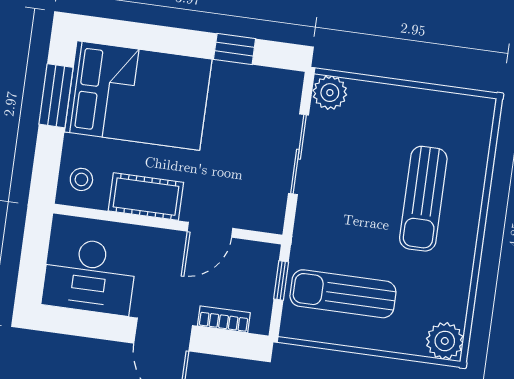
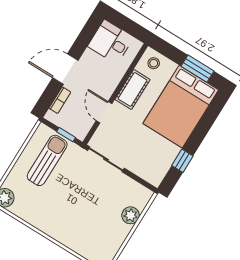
plant: (330, 93) -> (131, 215), moved
sliding door: (298, 154) -> (106, 159), moved
sun lounger: (423, 199) -> (75, 217), removed
desk: (89, 276) -> (111, 42), width x0.73

